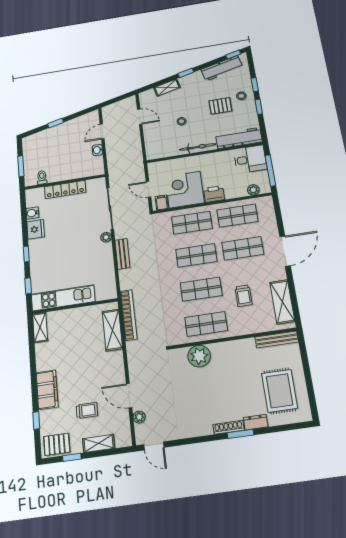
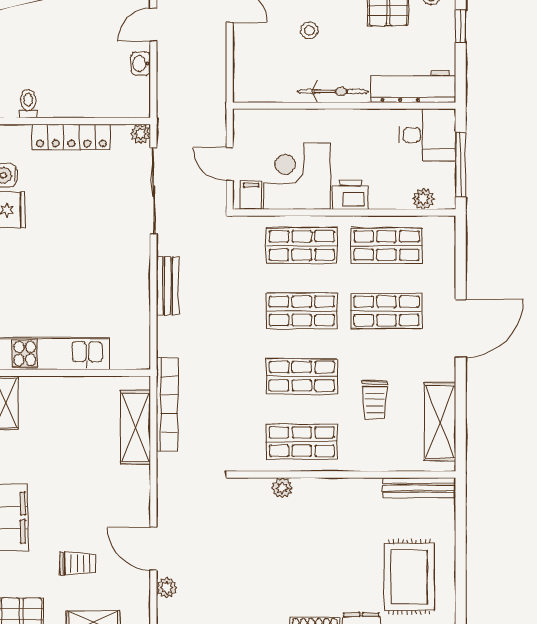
plant: (106, 237) -> (140, 134), moved
plant: (199, 356) -> (282, 488), width x0.53, depth x0.53

